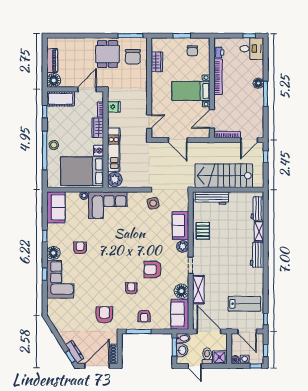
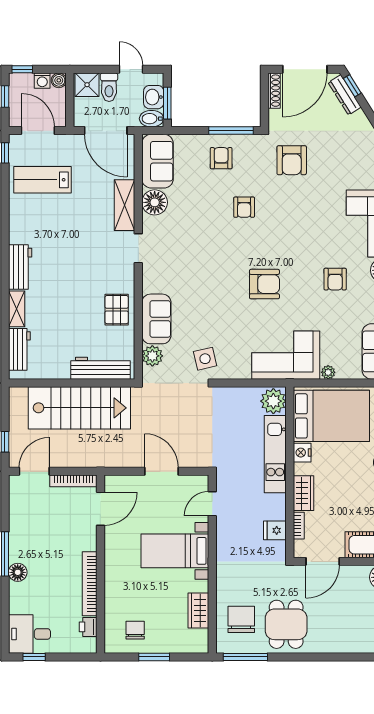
bed with nightstands: (191, 91) -> (175, 551), moved, turned 180
plant: (183, 246) -> (152, 356), moved
armchair: (153, 269) -> (264, 284), moved

